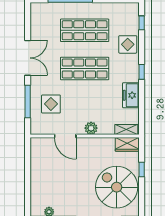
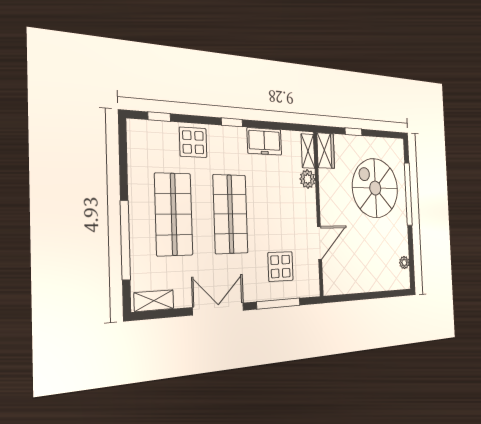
shelving: (35, 16) -> (154, 301), added
plant: (91, 128) -> (308, 179), moved
spiral stairs: (117, 187) -> (375, 188), moved, turned 90

